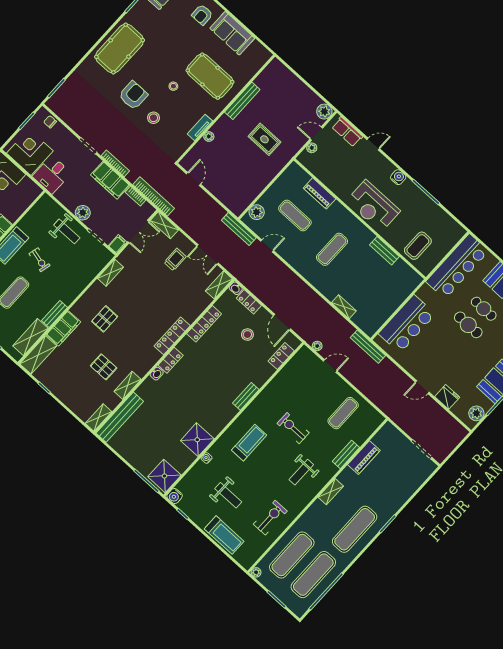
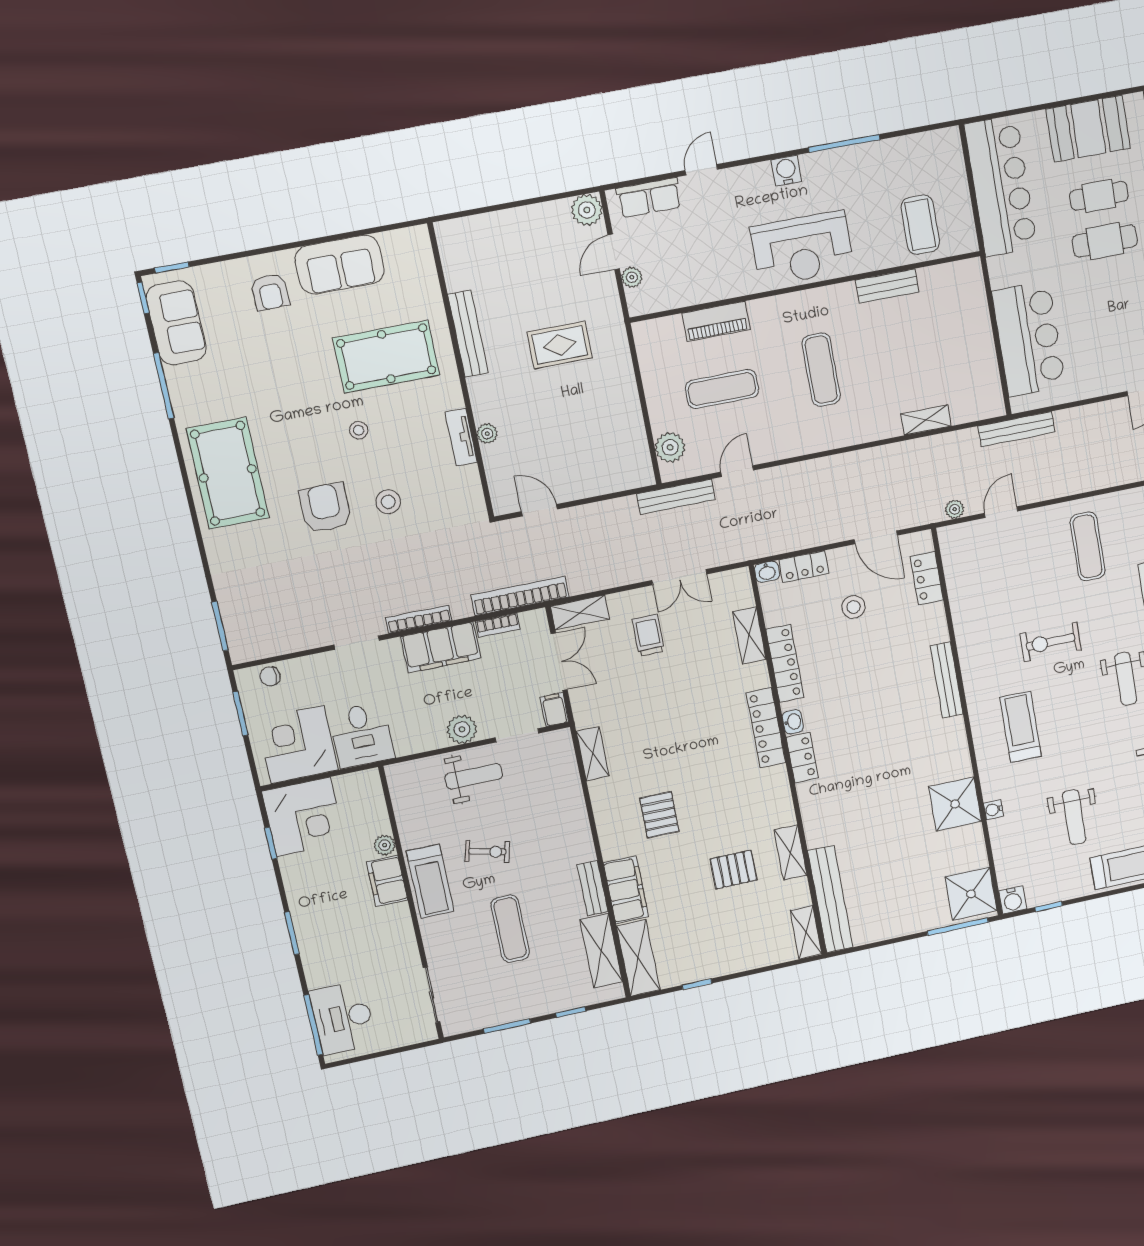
plant: (13, 216) -> (385, 845), added
shelving: (219, 285) -> (749, 636), moved
washbasin: (157, 374) -> (793, 722), moved
bench: (246, 396) -> (947, 680), width x1.36
weight bench: (228, 495) -> (1074, 817), turned 90

